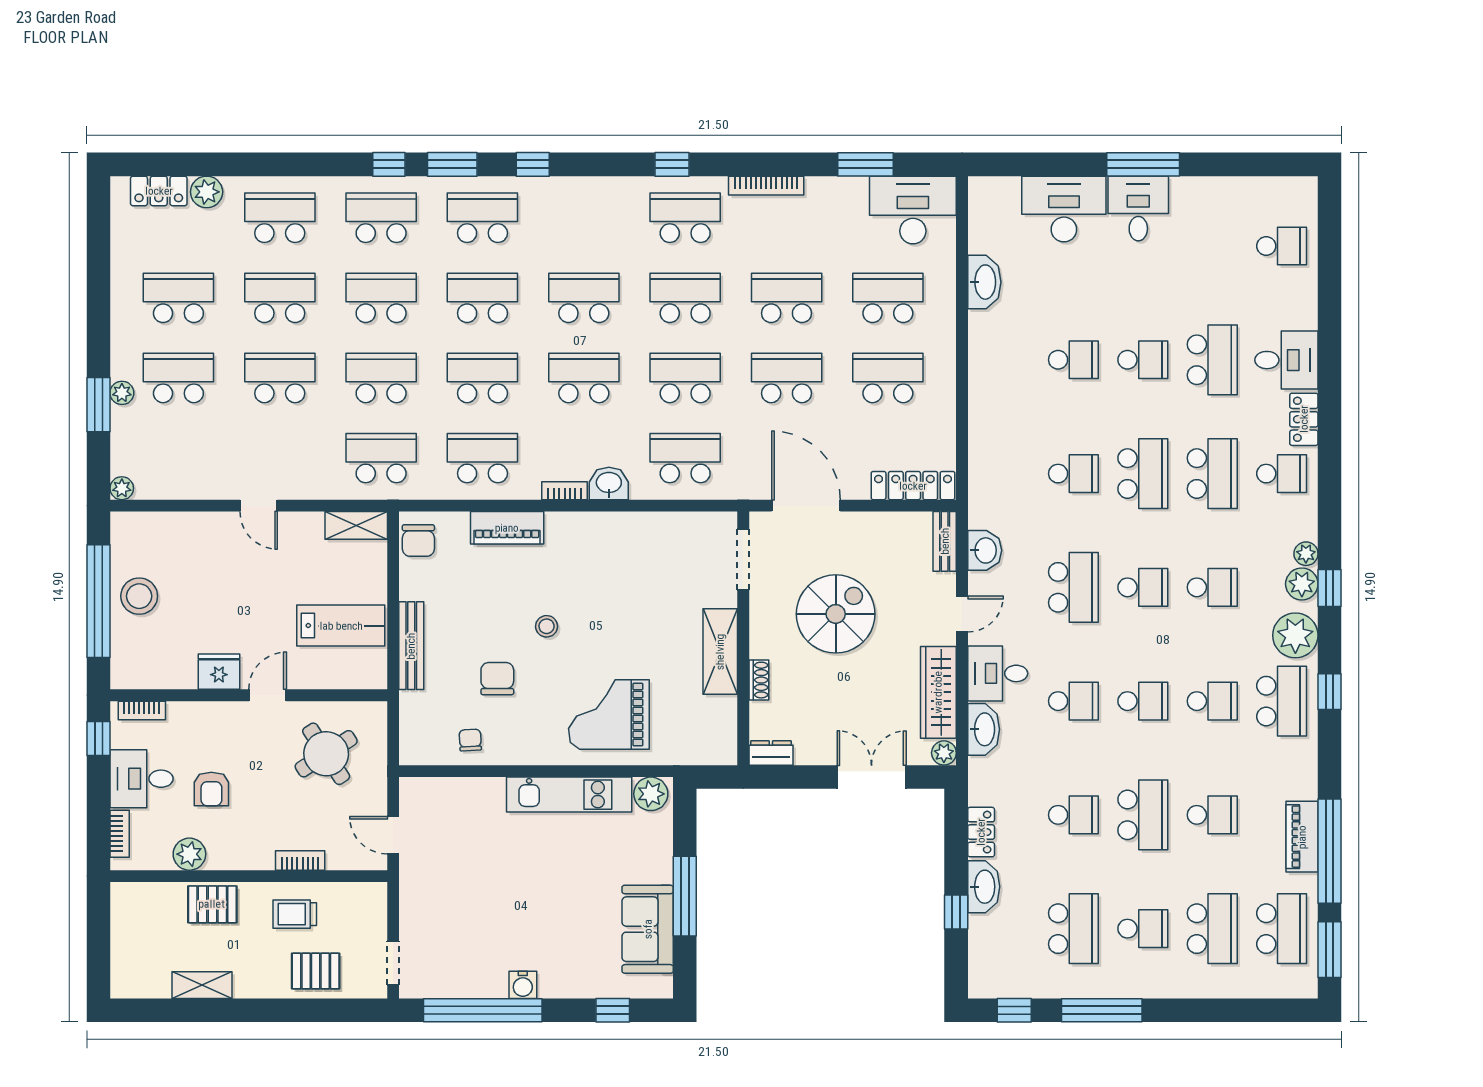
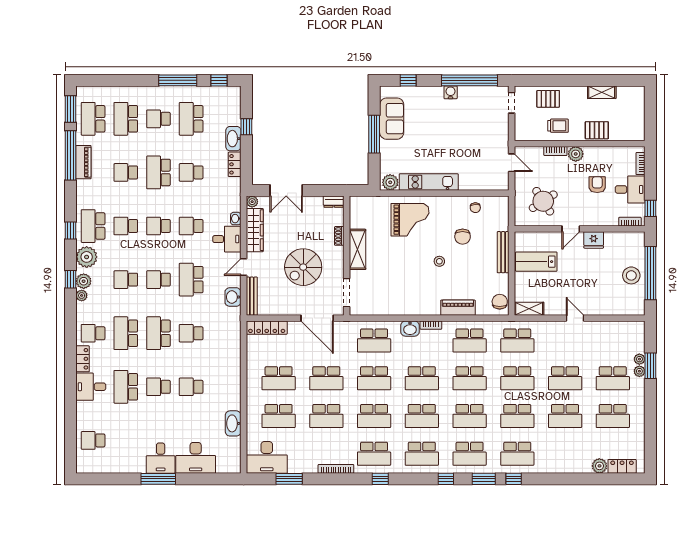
school desk: (280, 218) -> (422, 454), moved
plant: (122, 488) -> (639, 359), moved
bench: (945, 541) -> (252, 296), width x1.36
washbasin: (984, 729) -> (236, 219), width x0.52, depth x0.69
plant: (189, 854) -> (576, 154), moved

